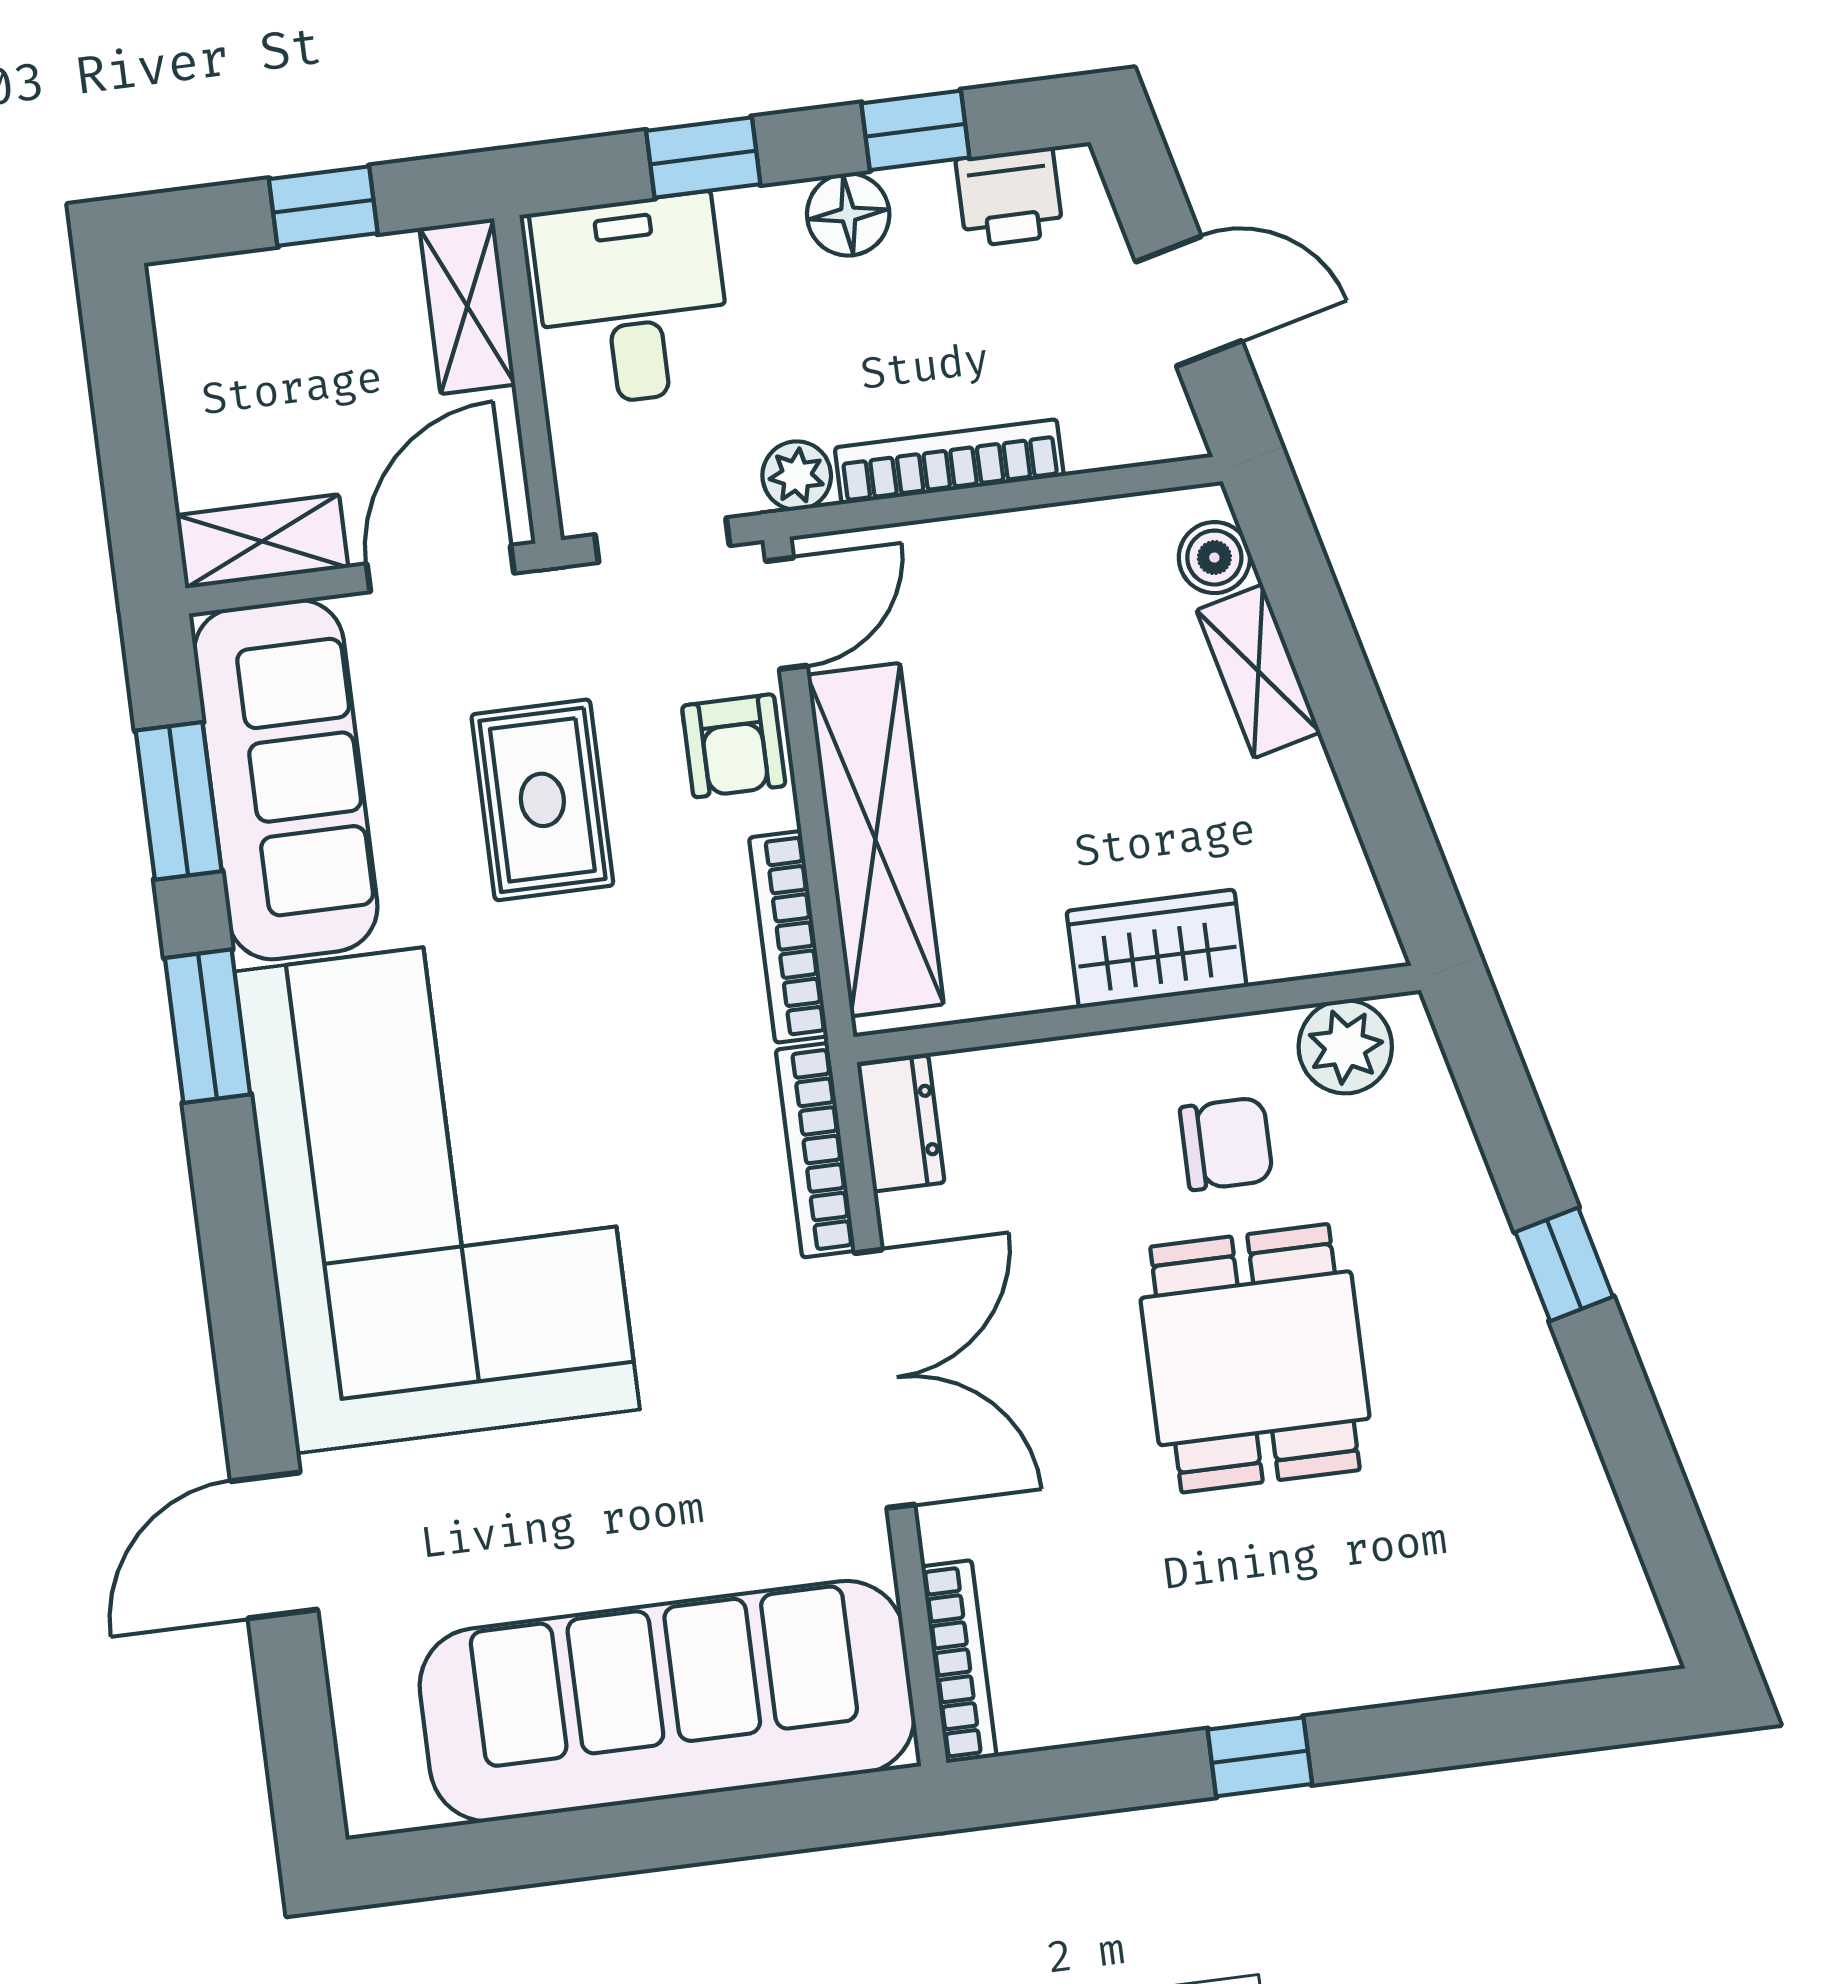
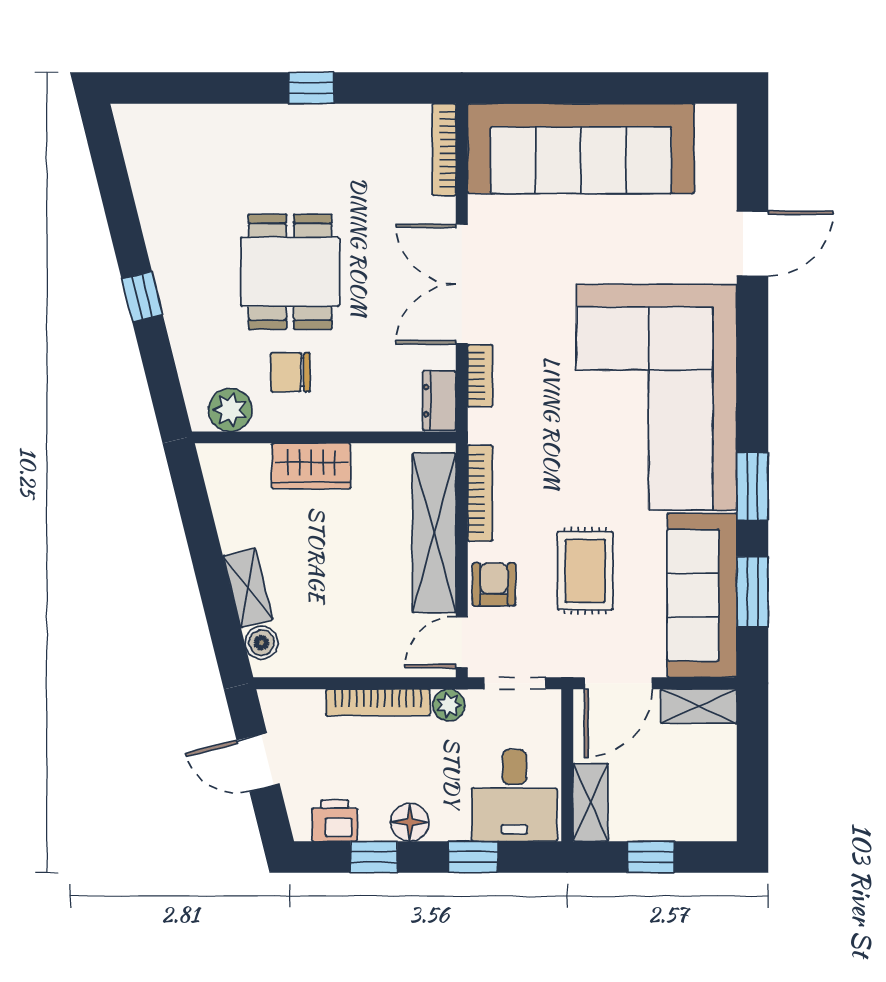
bookcase: (815, 1150) -> (480, 376), width x0.64

